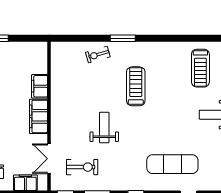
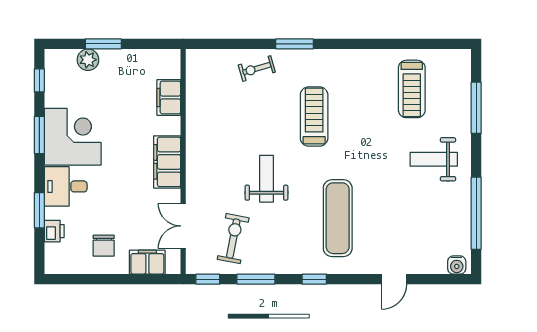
filing cabinet: (40, 86) -> (169, 97), moved
exercise mat: (172, 164) -> (338, 218), moved, turned 90
exercise bike: (82, 167) -> (233, 239), turned -79

